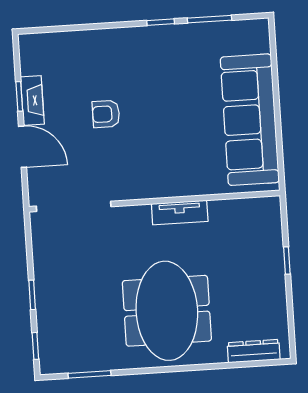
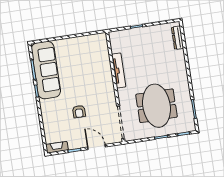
fireplace: (32, 101) -> (57, 147), moved
sofa: (250, 120) -> (46, 70), moved, turned -90
door: (23, 147) -> (96, 147), hinge flipped
tv unit: (180, 212) -> (119, 71), width x1.41
meeting table: (167, 311) -> (157, 106), moved, turned 90

